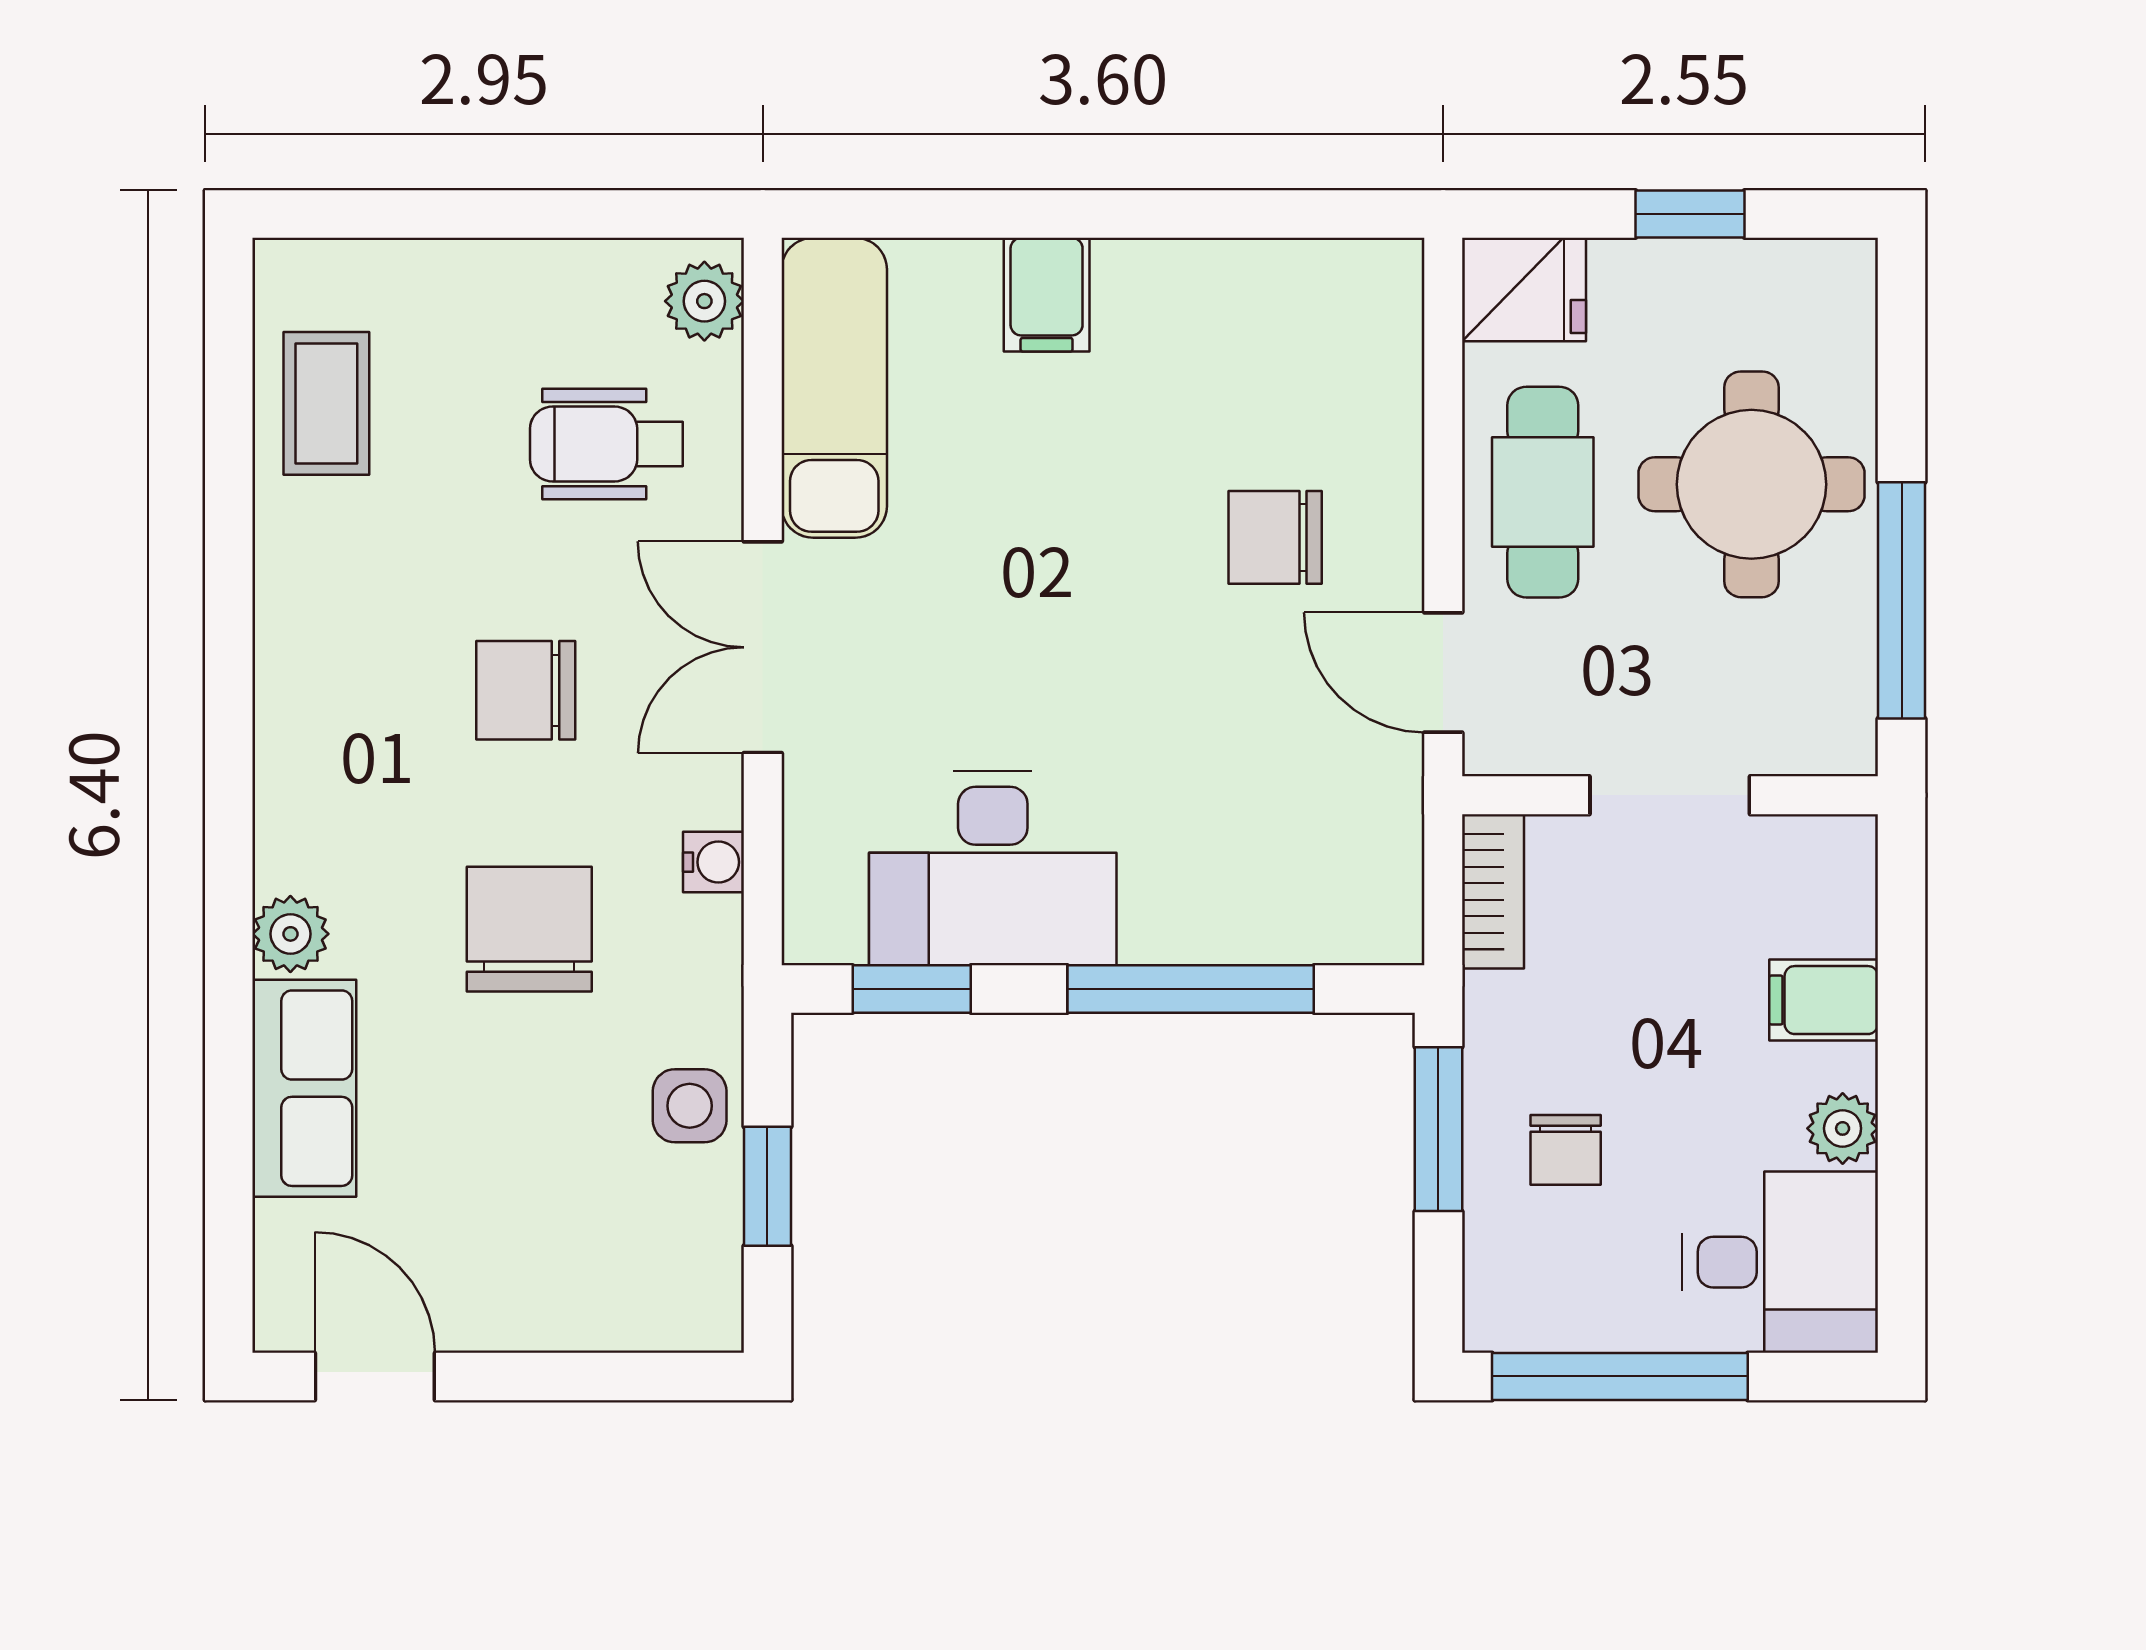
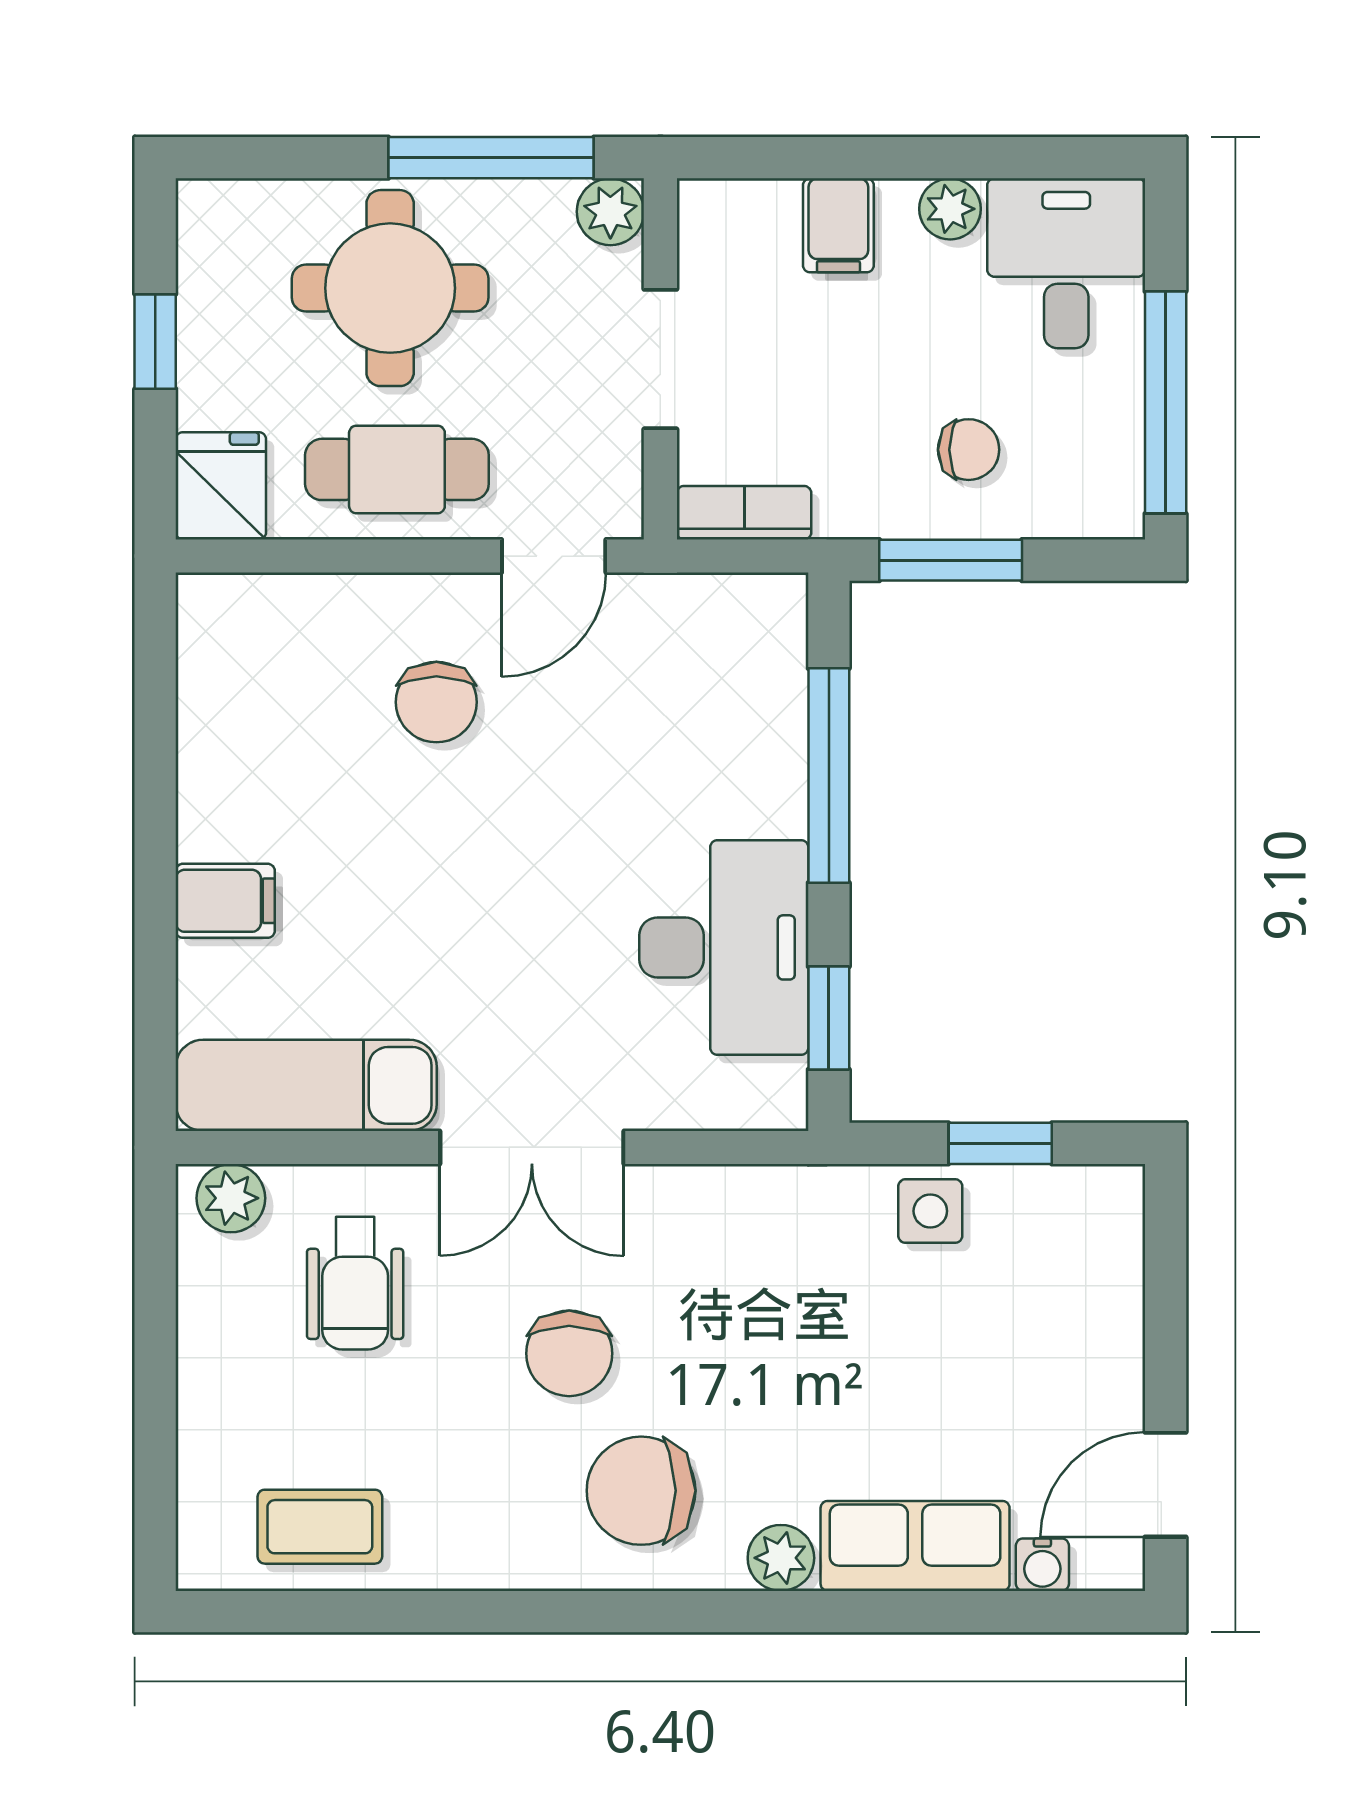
plant: (1839, 738) -> (610, 212), added
water cooler: (713, 862) -> (1042, 1565), moved, turned 180
chair: (529, 929) -> (641, 1491), moved

